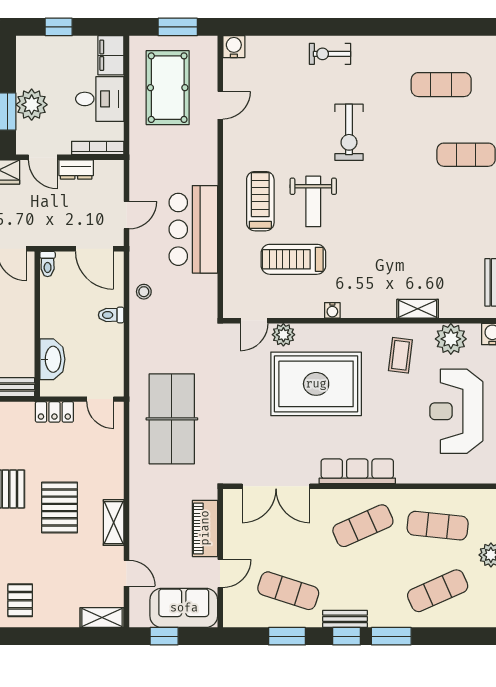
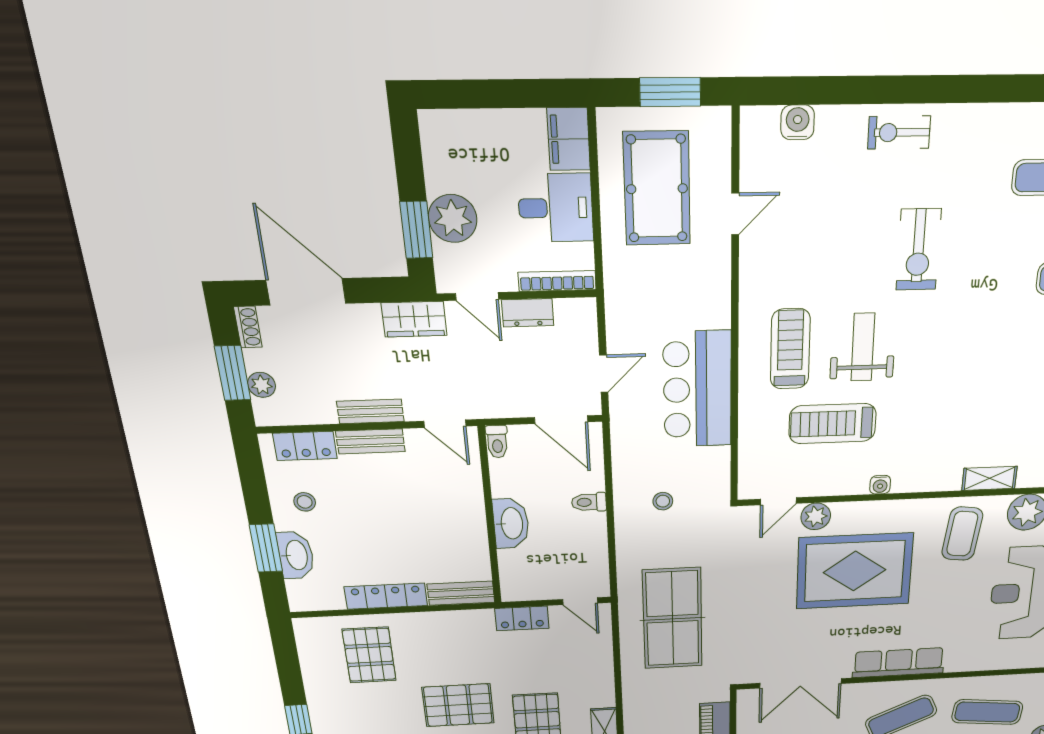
window: (59, 27) -> (484, 94), removed
water cooler: (234, 47) -> (798, 122), moved
weight bench: (313, 201) -> (863, 347), turned 180
stool: (144, 292) -> (663, 501), moved
coffee table: (400, 355) -> (962, 534), width x1.36, depth x1.30
washbasin: (52, 359) -> (511, 523), moved

